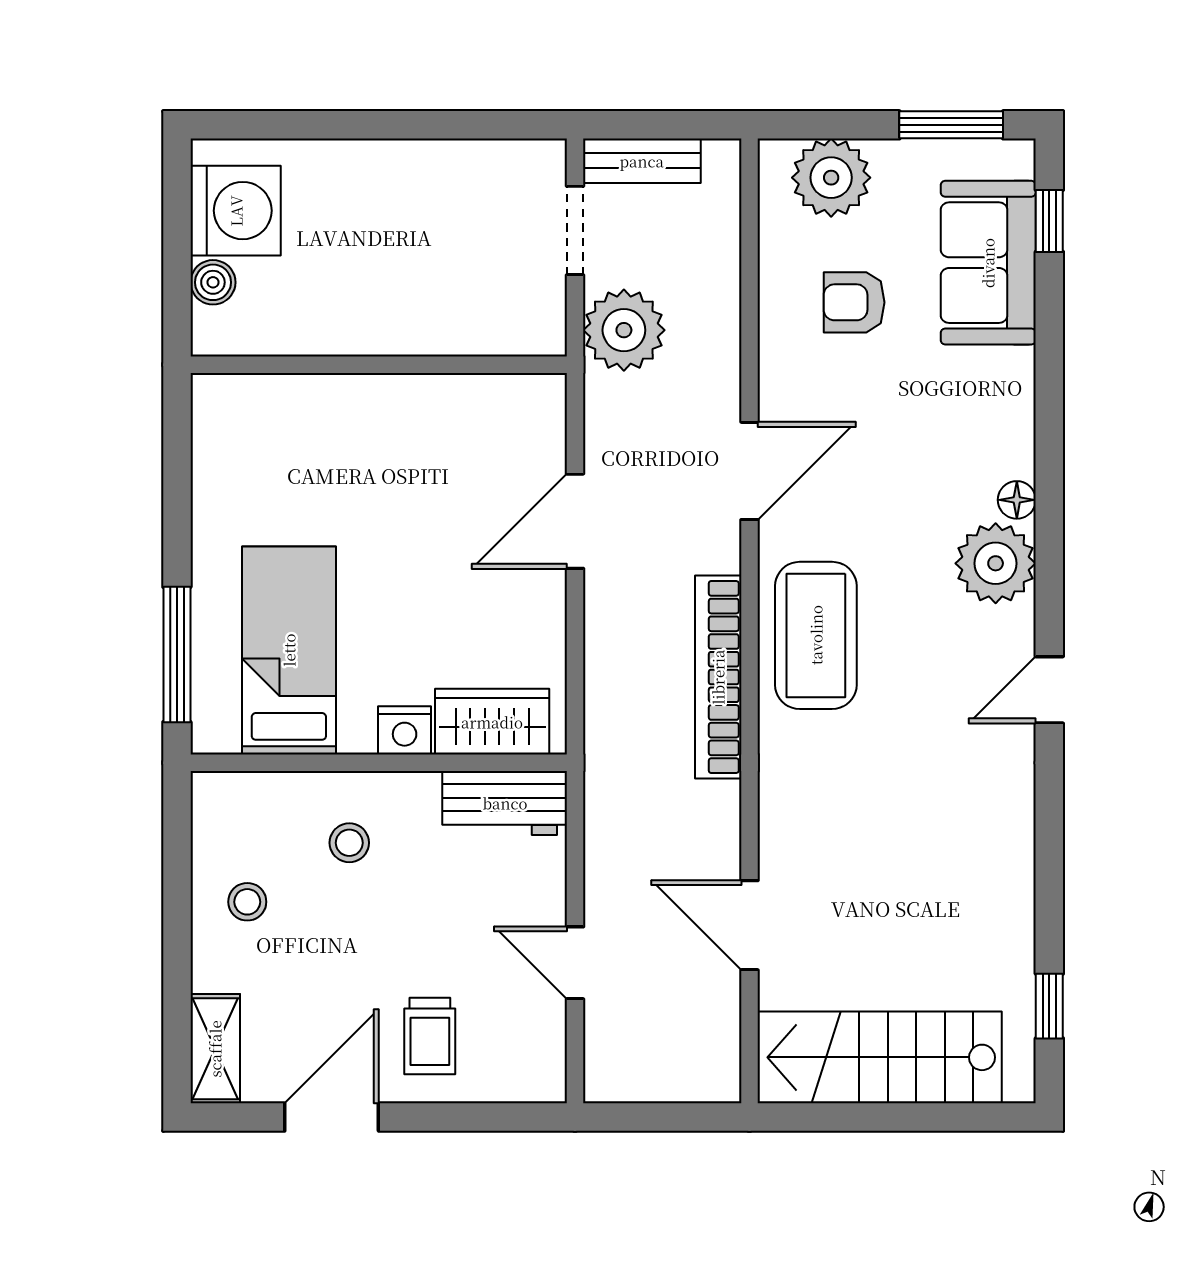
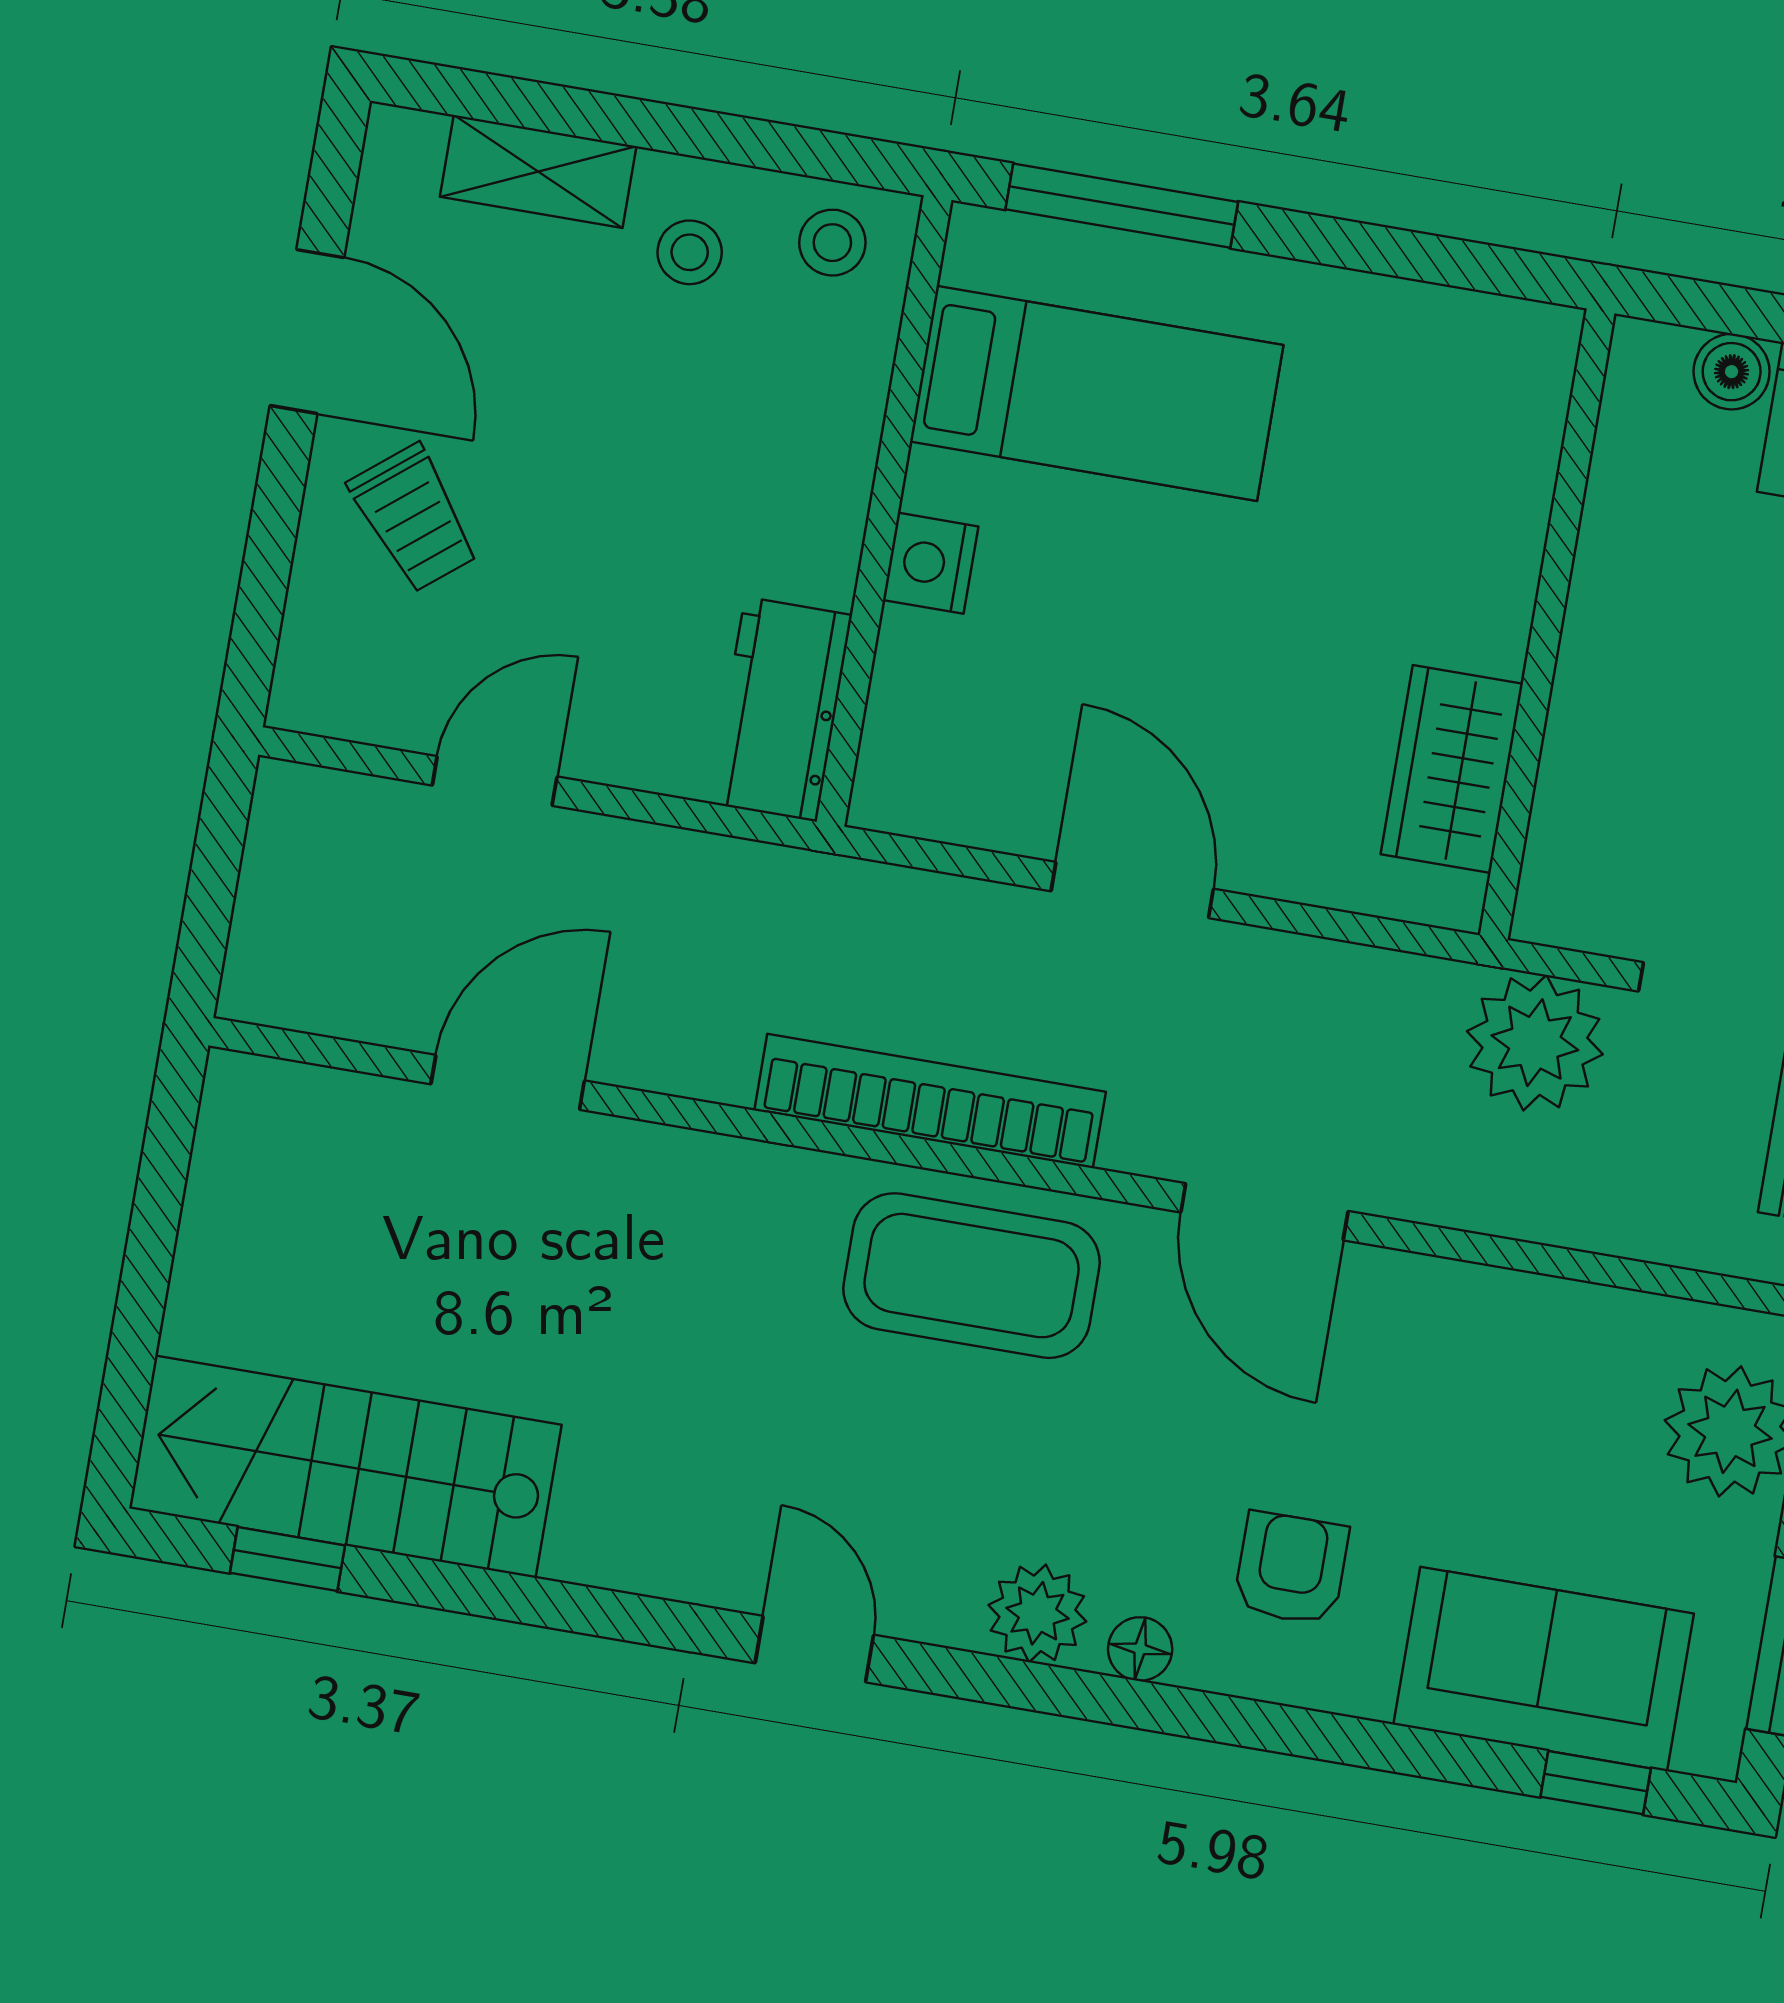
armchair: (854, 302) -> (1291, 1568), moved
door: (575, 521) -> (1132, 890), moved
plant: (996, 563) -> (1037, 1613), width x0.73, depth x0.73
wardrobe: (492, 722) -> (1452, 769), moved, turned 180
stool: (349, 843) -> (832, 243), moved
trolley: (430, 1036) -> (414, 518), turned -129
shelving: (215, 1049) -> (538, 171), moved
stairs: (880, 1057) -> (345, 1467), moved, turned -90

